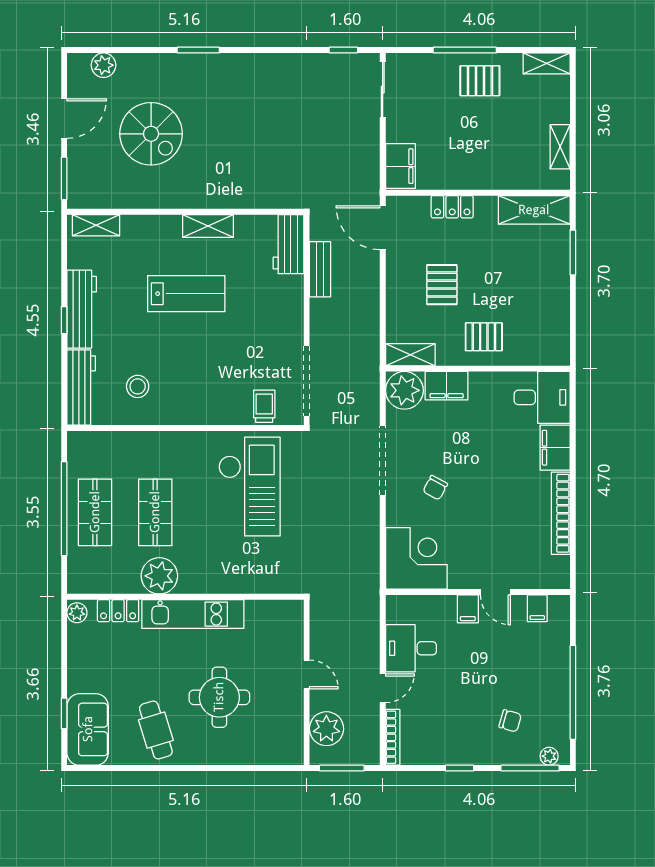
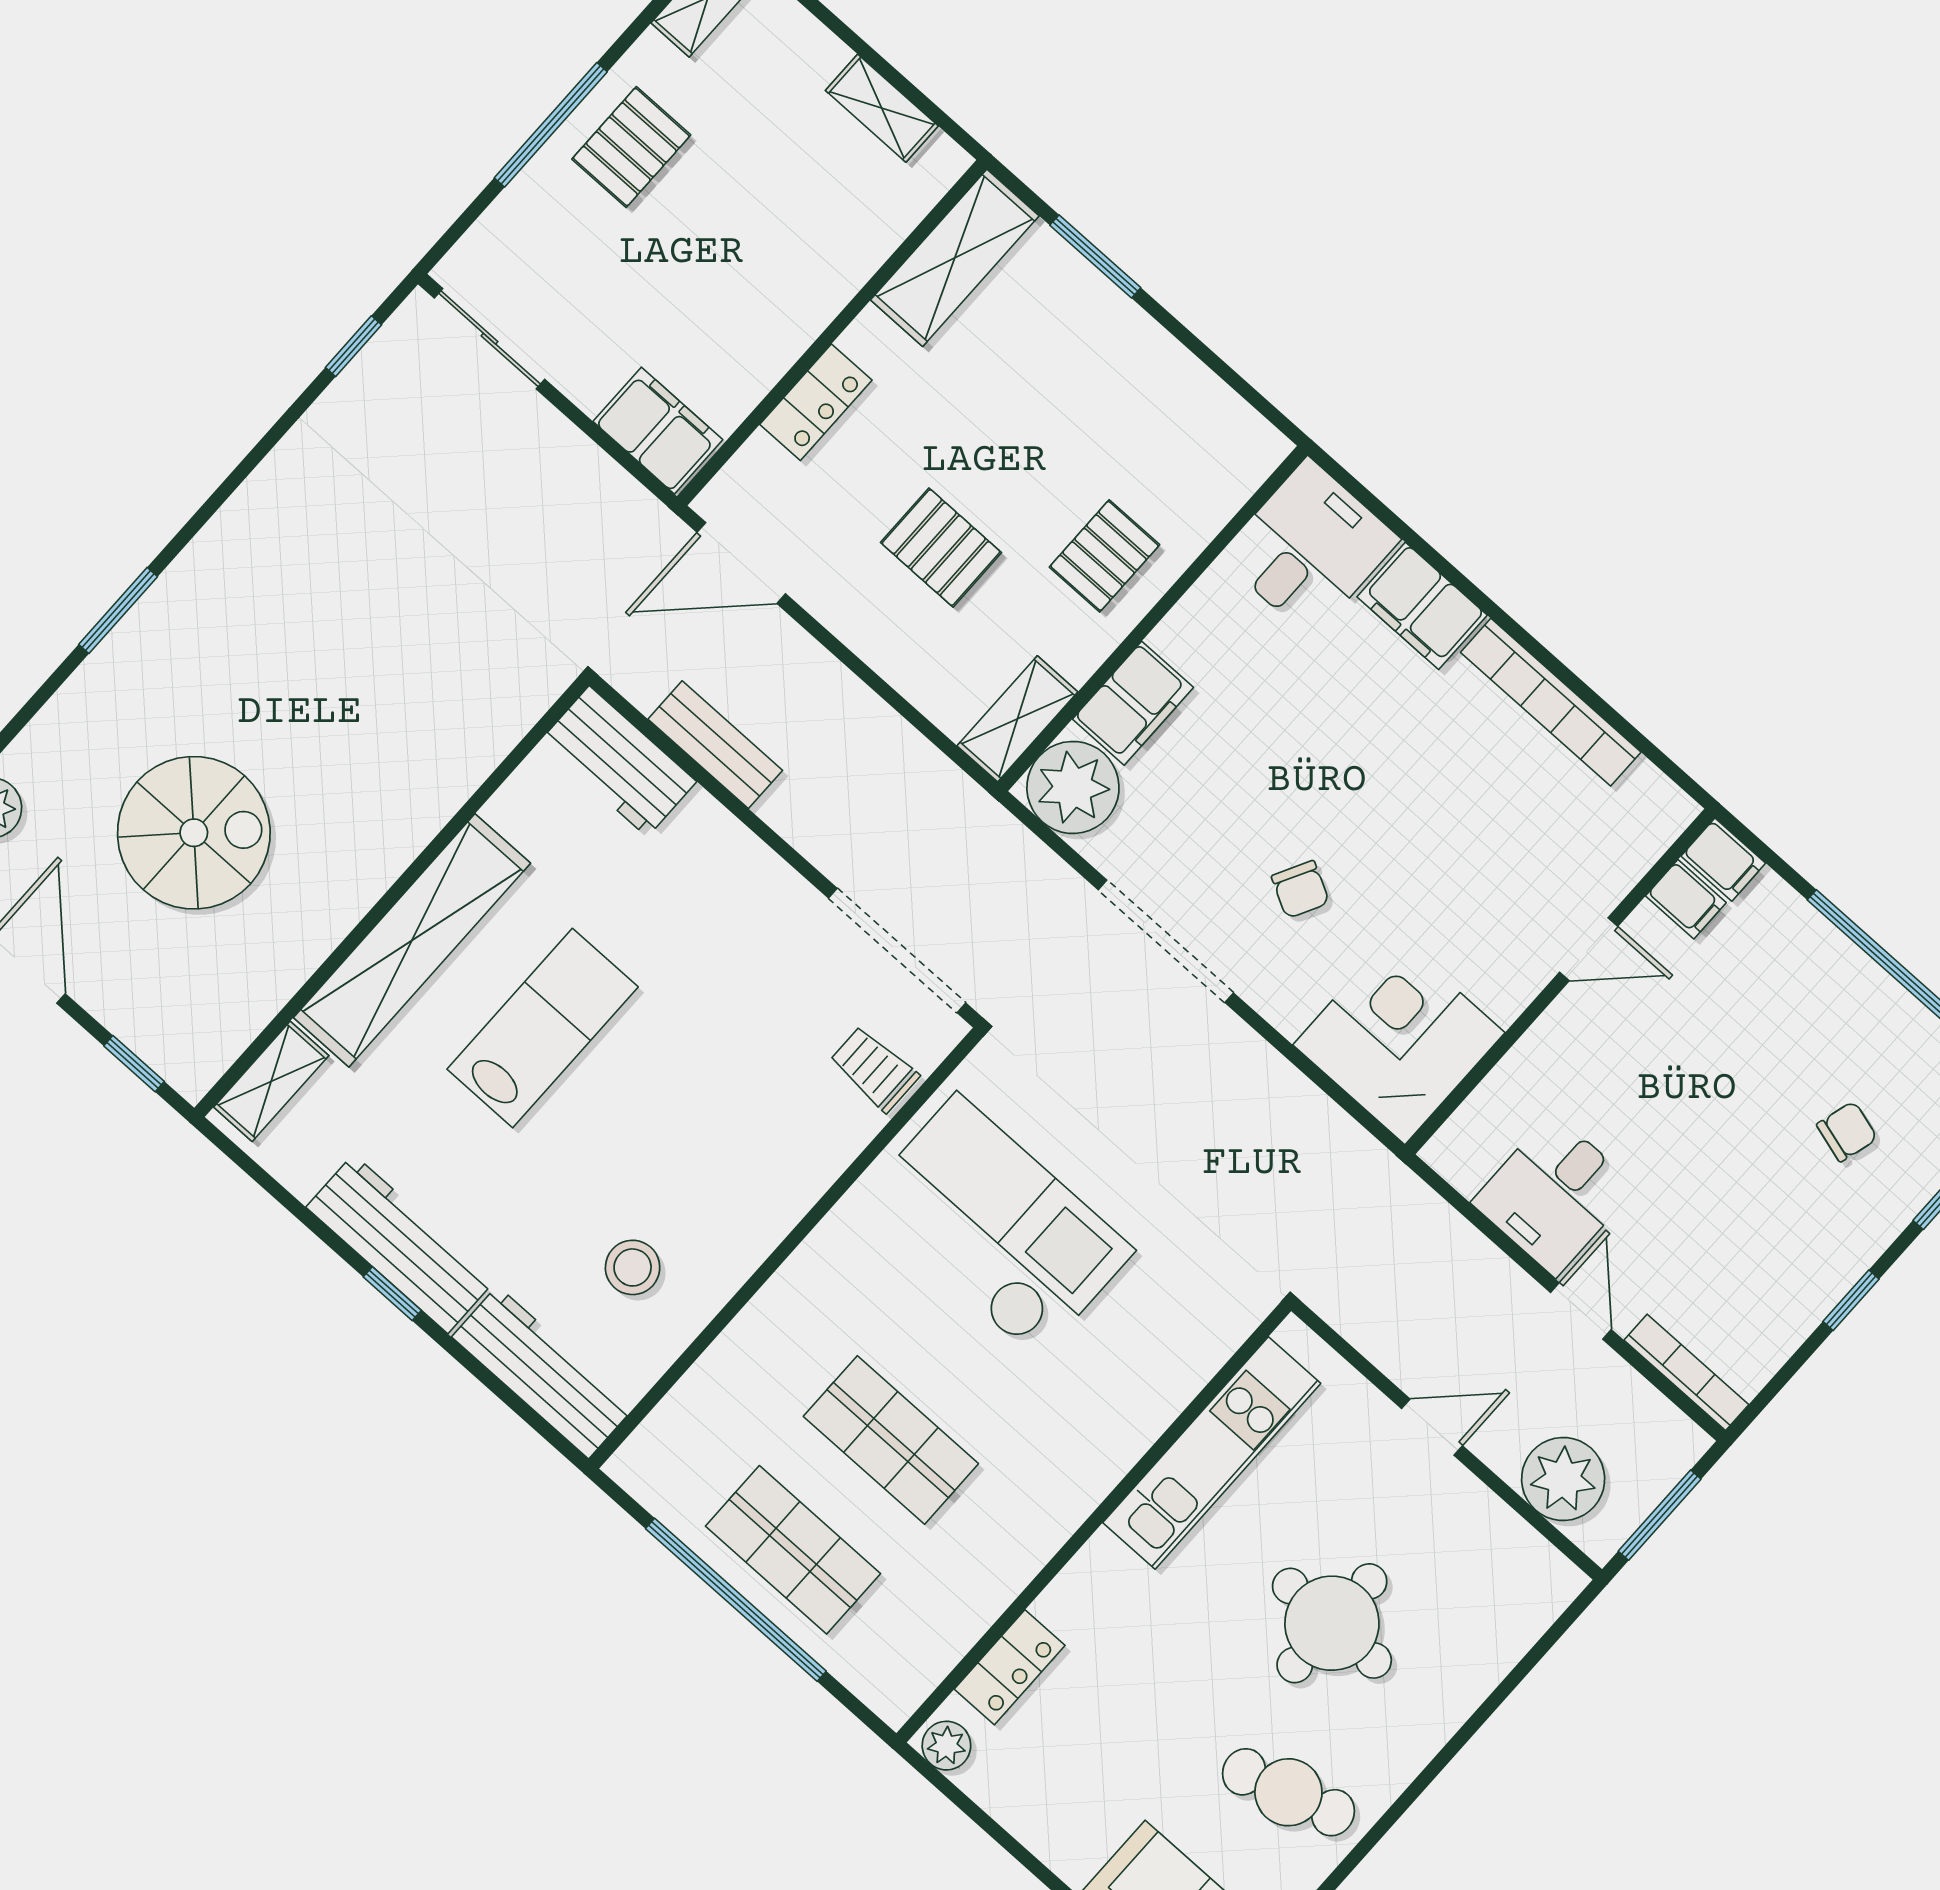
window: (64, 178) -> (134, 1064), width x0.67
shelving: (208, 226) -> (412, 940), width x2.20, depth x1.33
plant: (159, 576) -> (1013, 1535), removed
filing cabinet: (468, 609) -> (1723, 860), moved
kitchen unit: (193, 614) -> (1212, 1453), moved

